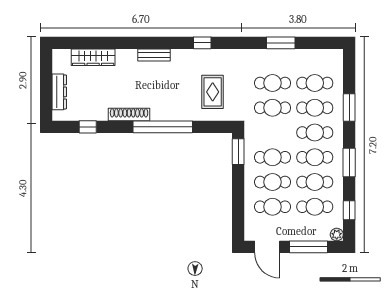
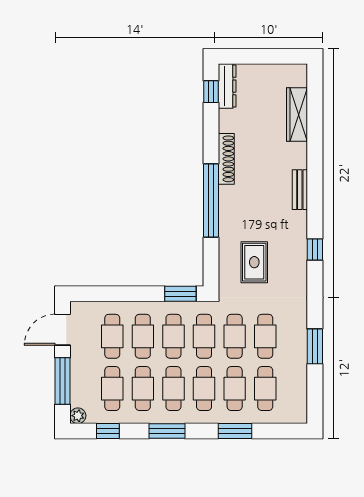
dresser: (59, 92) -> (227, 86), moved, turned -90
rug: (213, 92) -> (254, 262), turned 90
window: (88, 127) -> (211, 92), moved
cafe table: (273, 133) -> (204, 336), added

